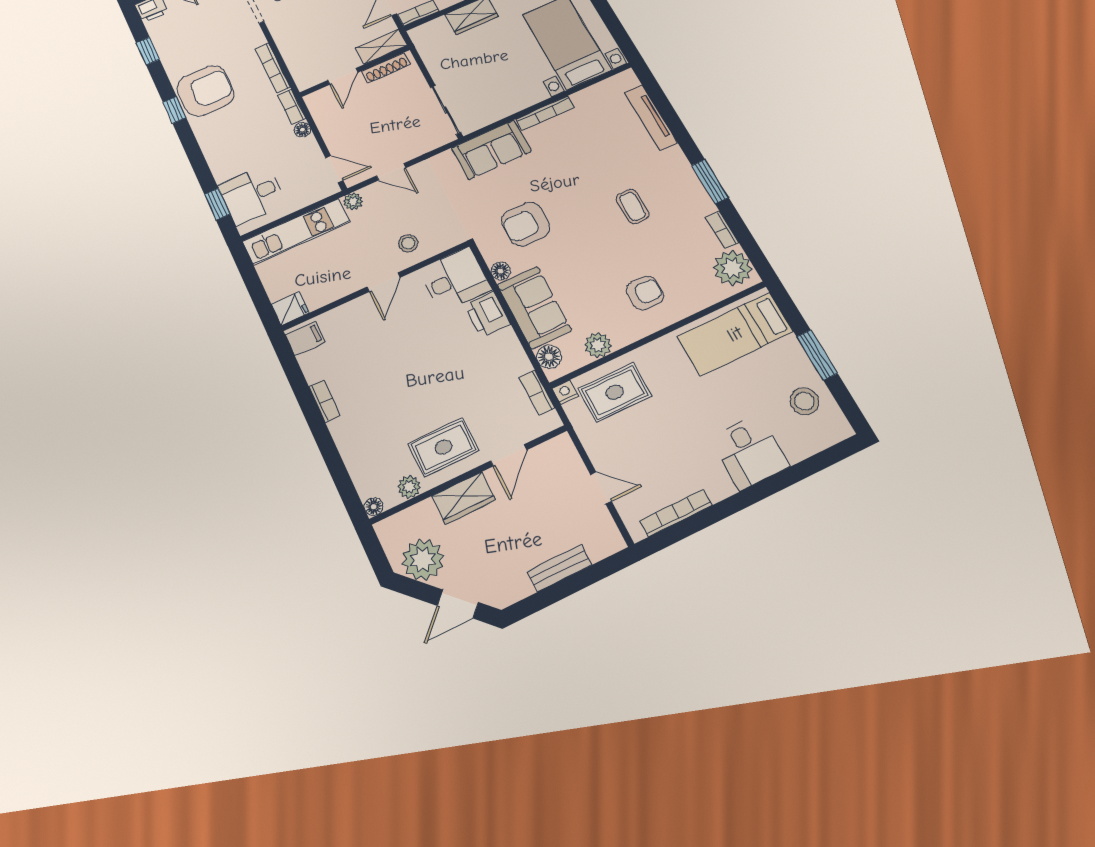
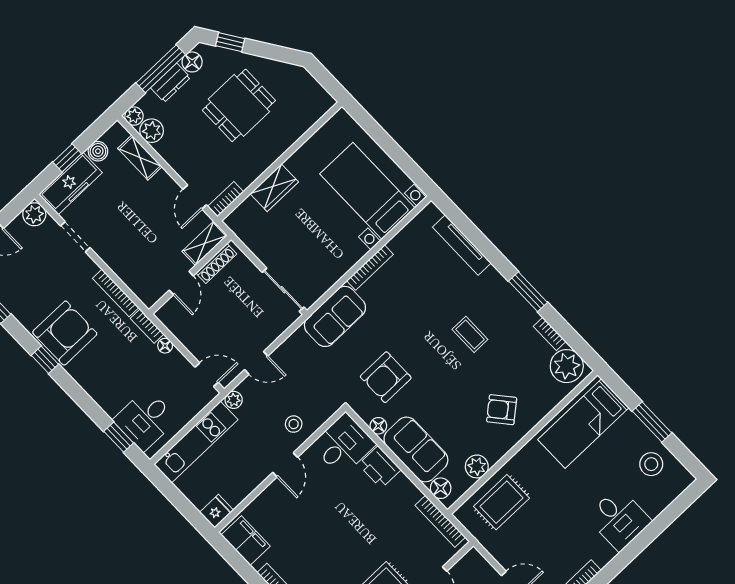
armchair: (645, 293) -> (502, 410), turned -130
filing cabinet: (305, 338) -> (246, 540), width x2.00
nightstand: (565, 392) -> (462, 514), removed
bookcase: (537, 393) -> (440, 521), width x1.56

